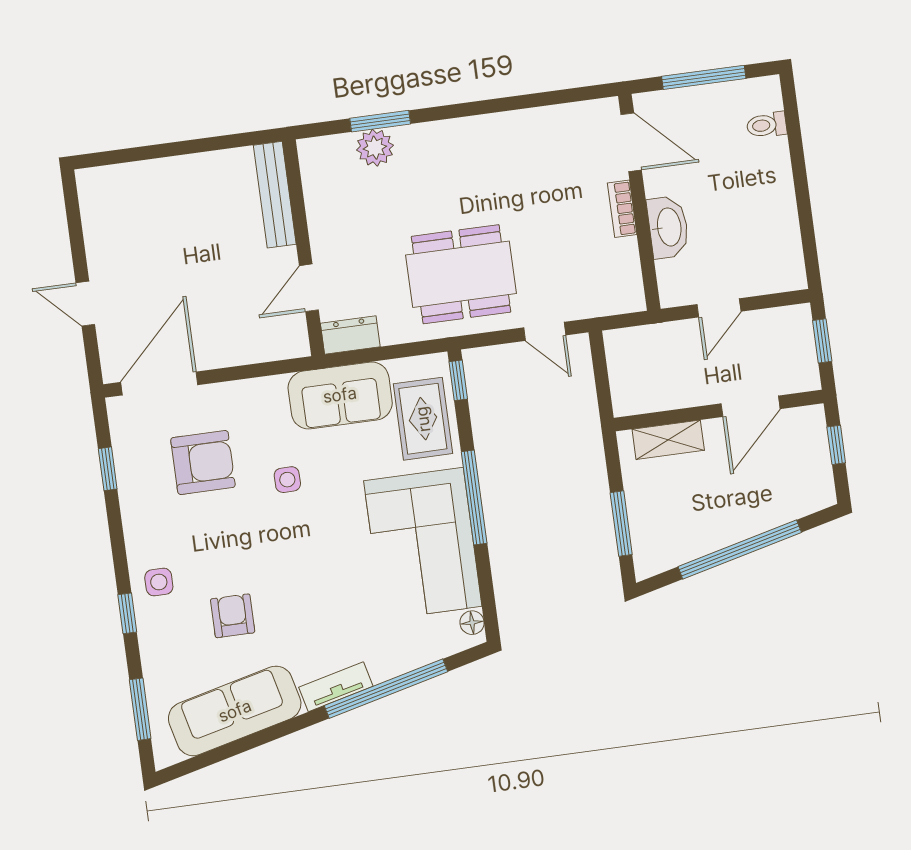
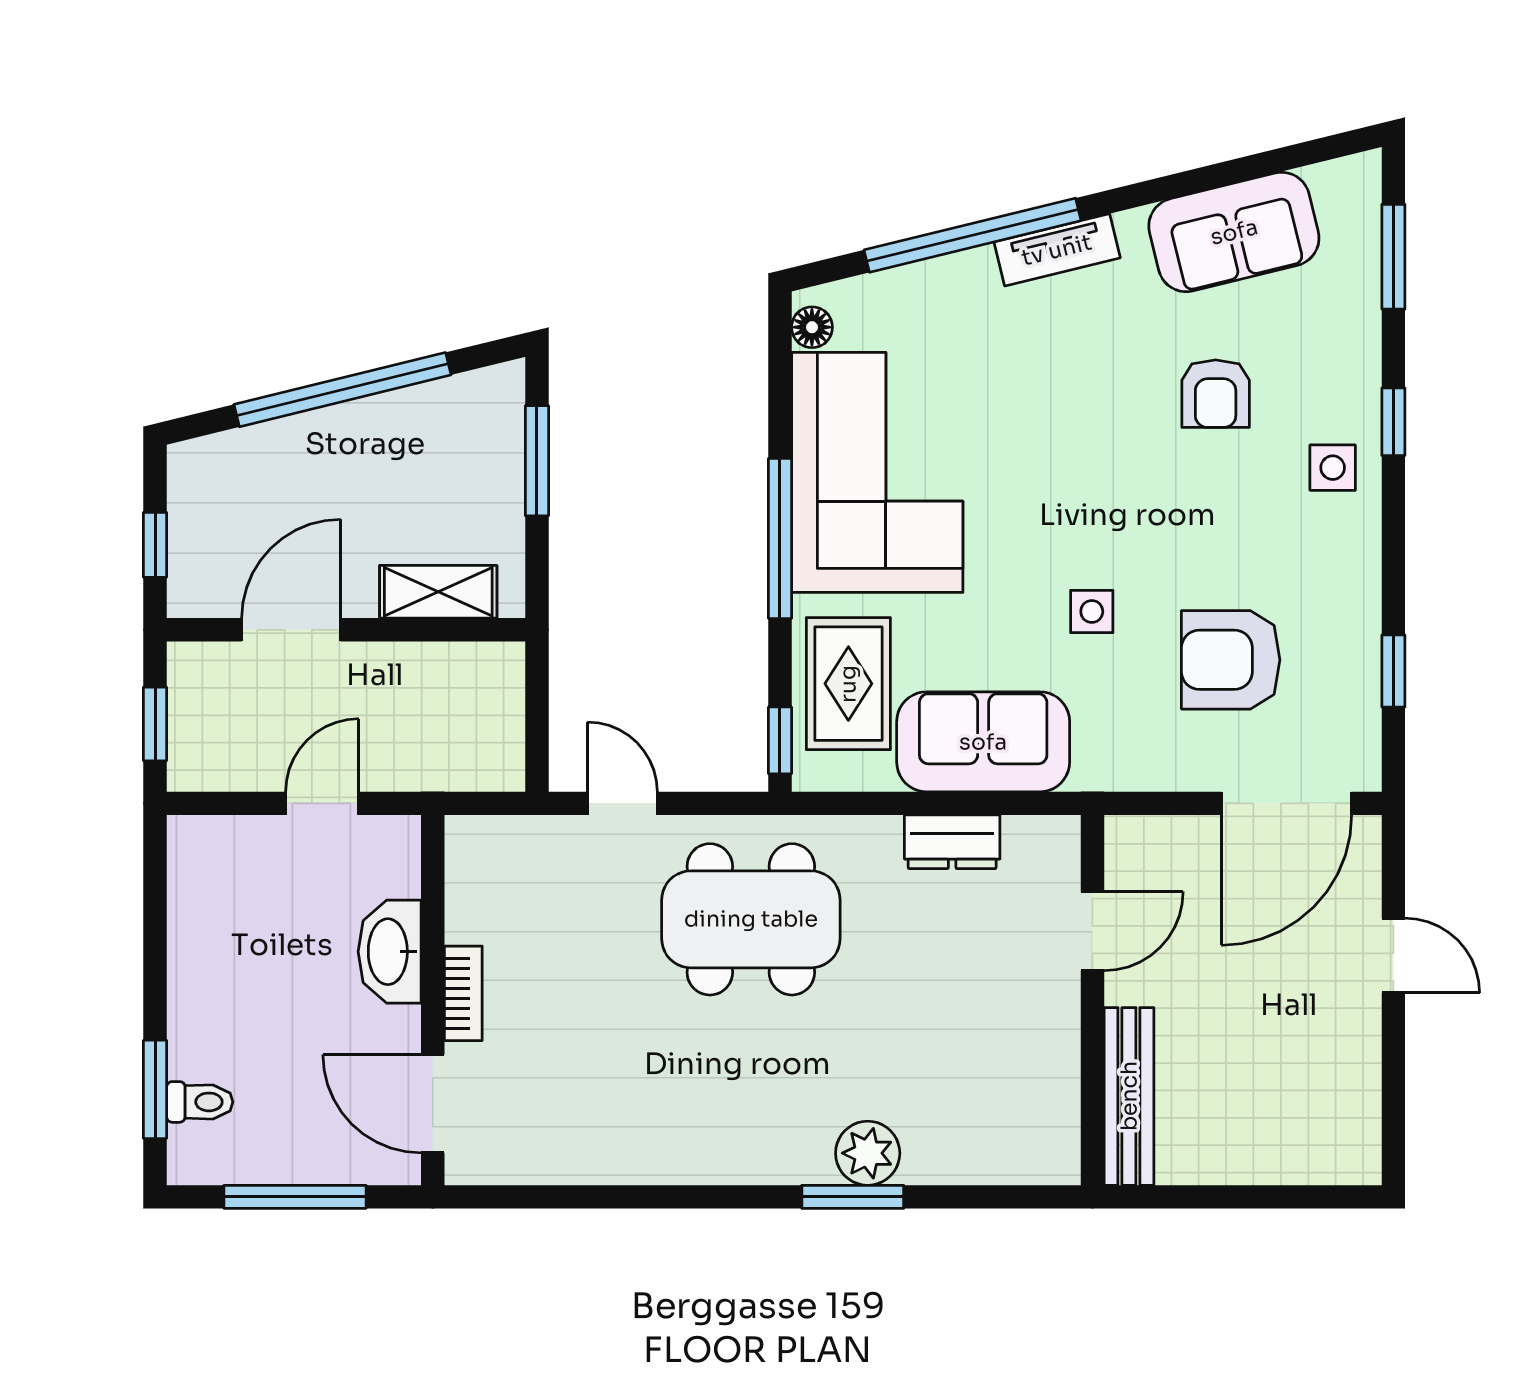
window: (793, 129) -> (155, 1089), added
bench: (275, 195) -> (1129, 1096), moved
wall: (303, 248) -> (1092, 1000), moved
door: (309, 288) -> (1092, 931), moved
sofa: (235, 711) -> (1234, 232), width x0.73

